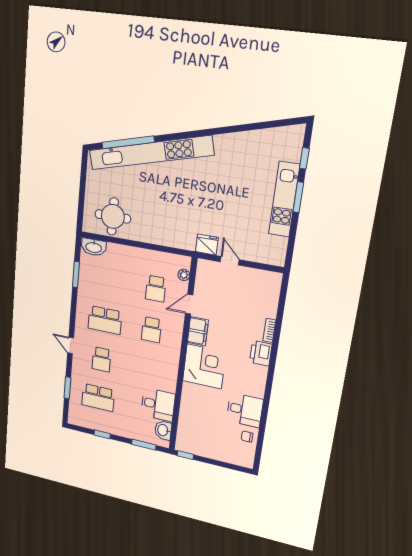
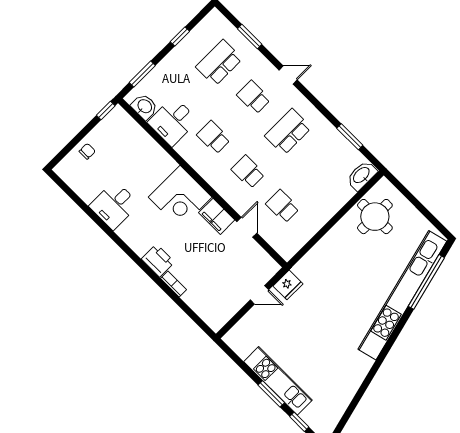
plant: (184, 275) -> (276, 243), removed
school desk: (147, 369) -> (214, 137), added
chair: (247, 437) -> (87, 151), moved

